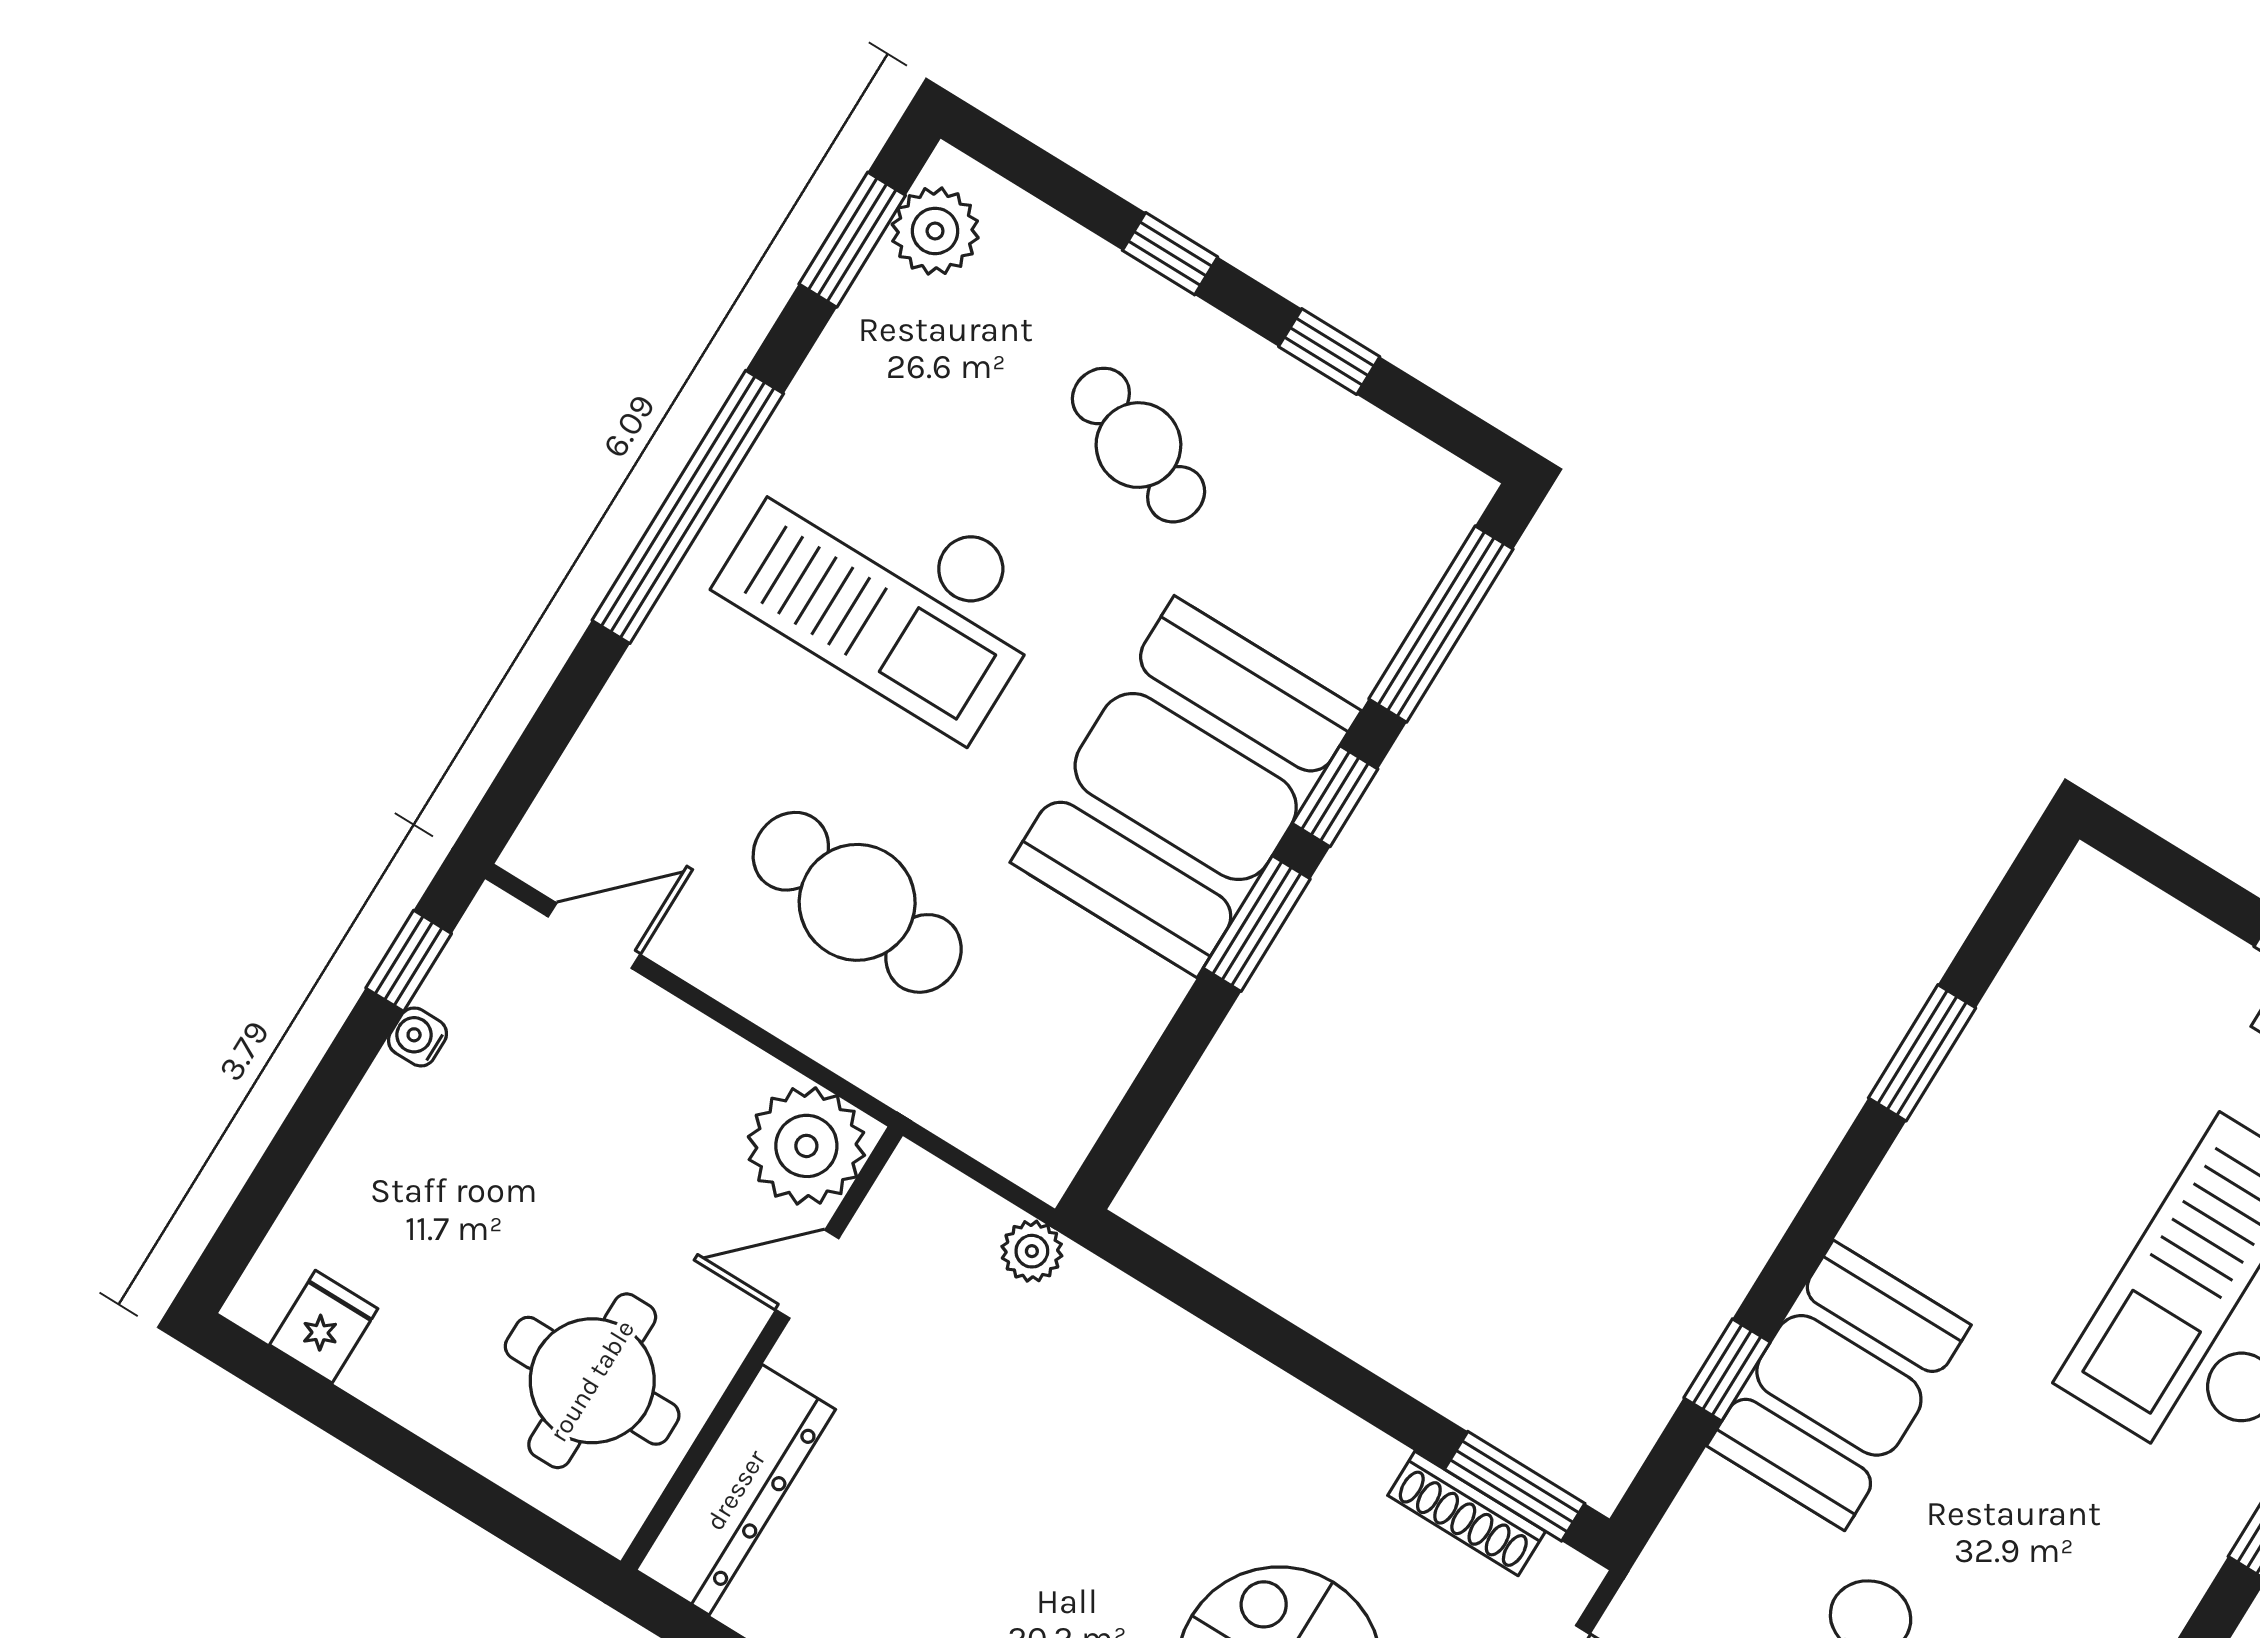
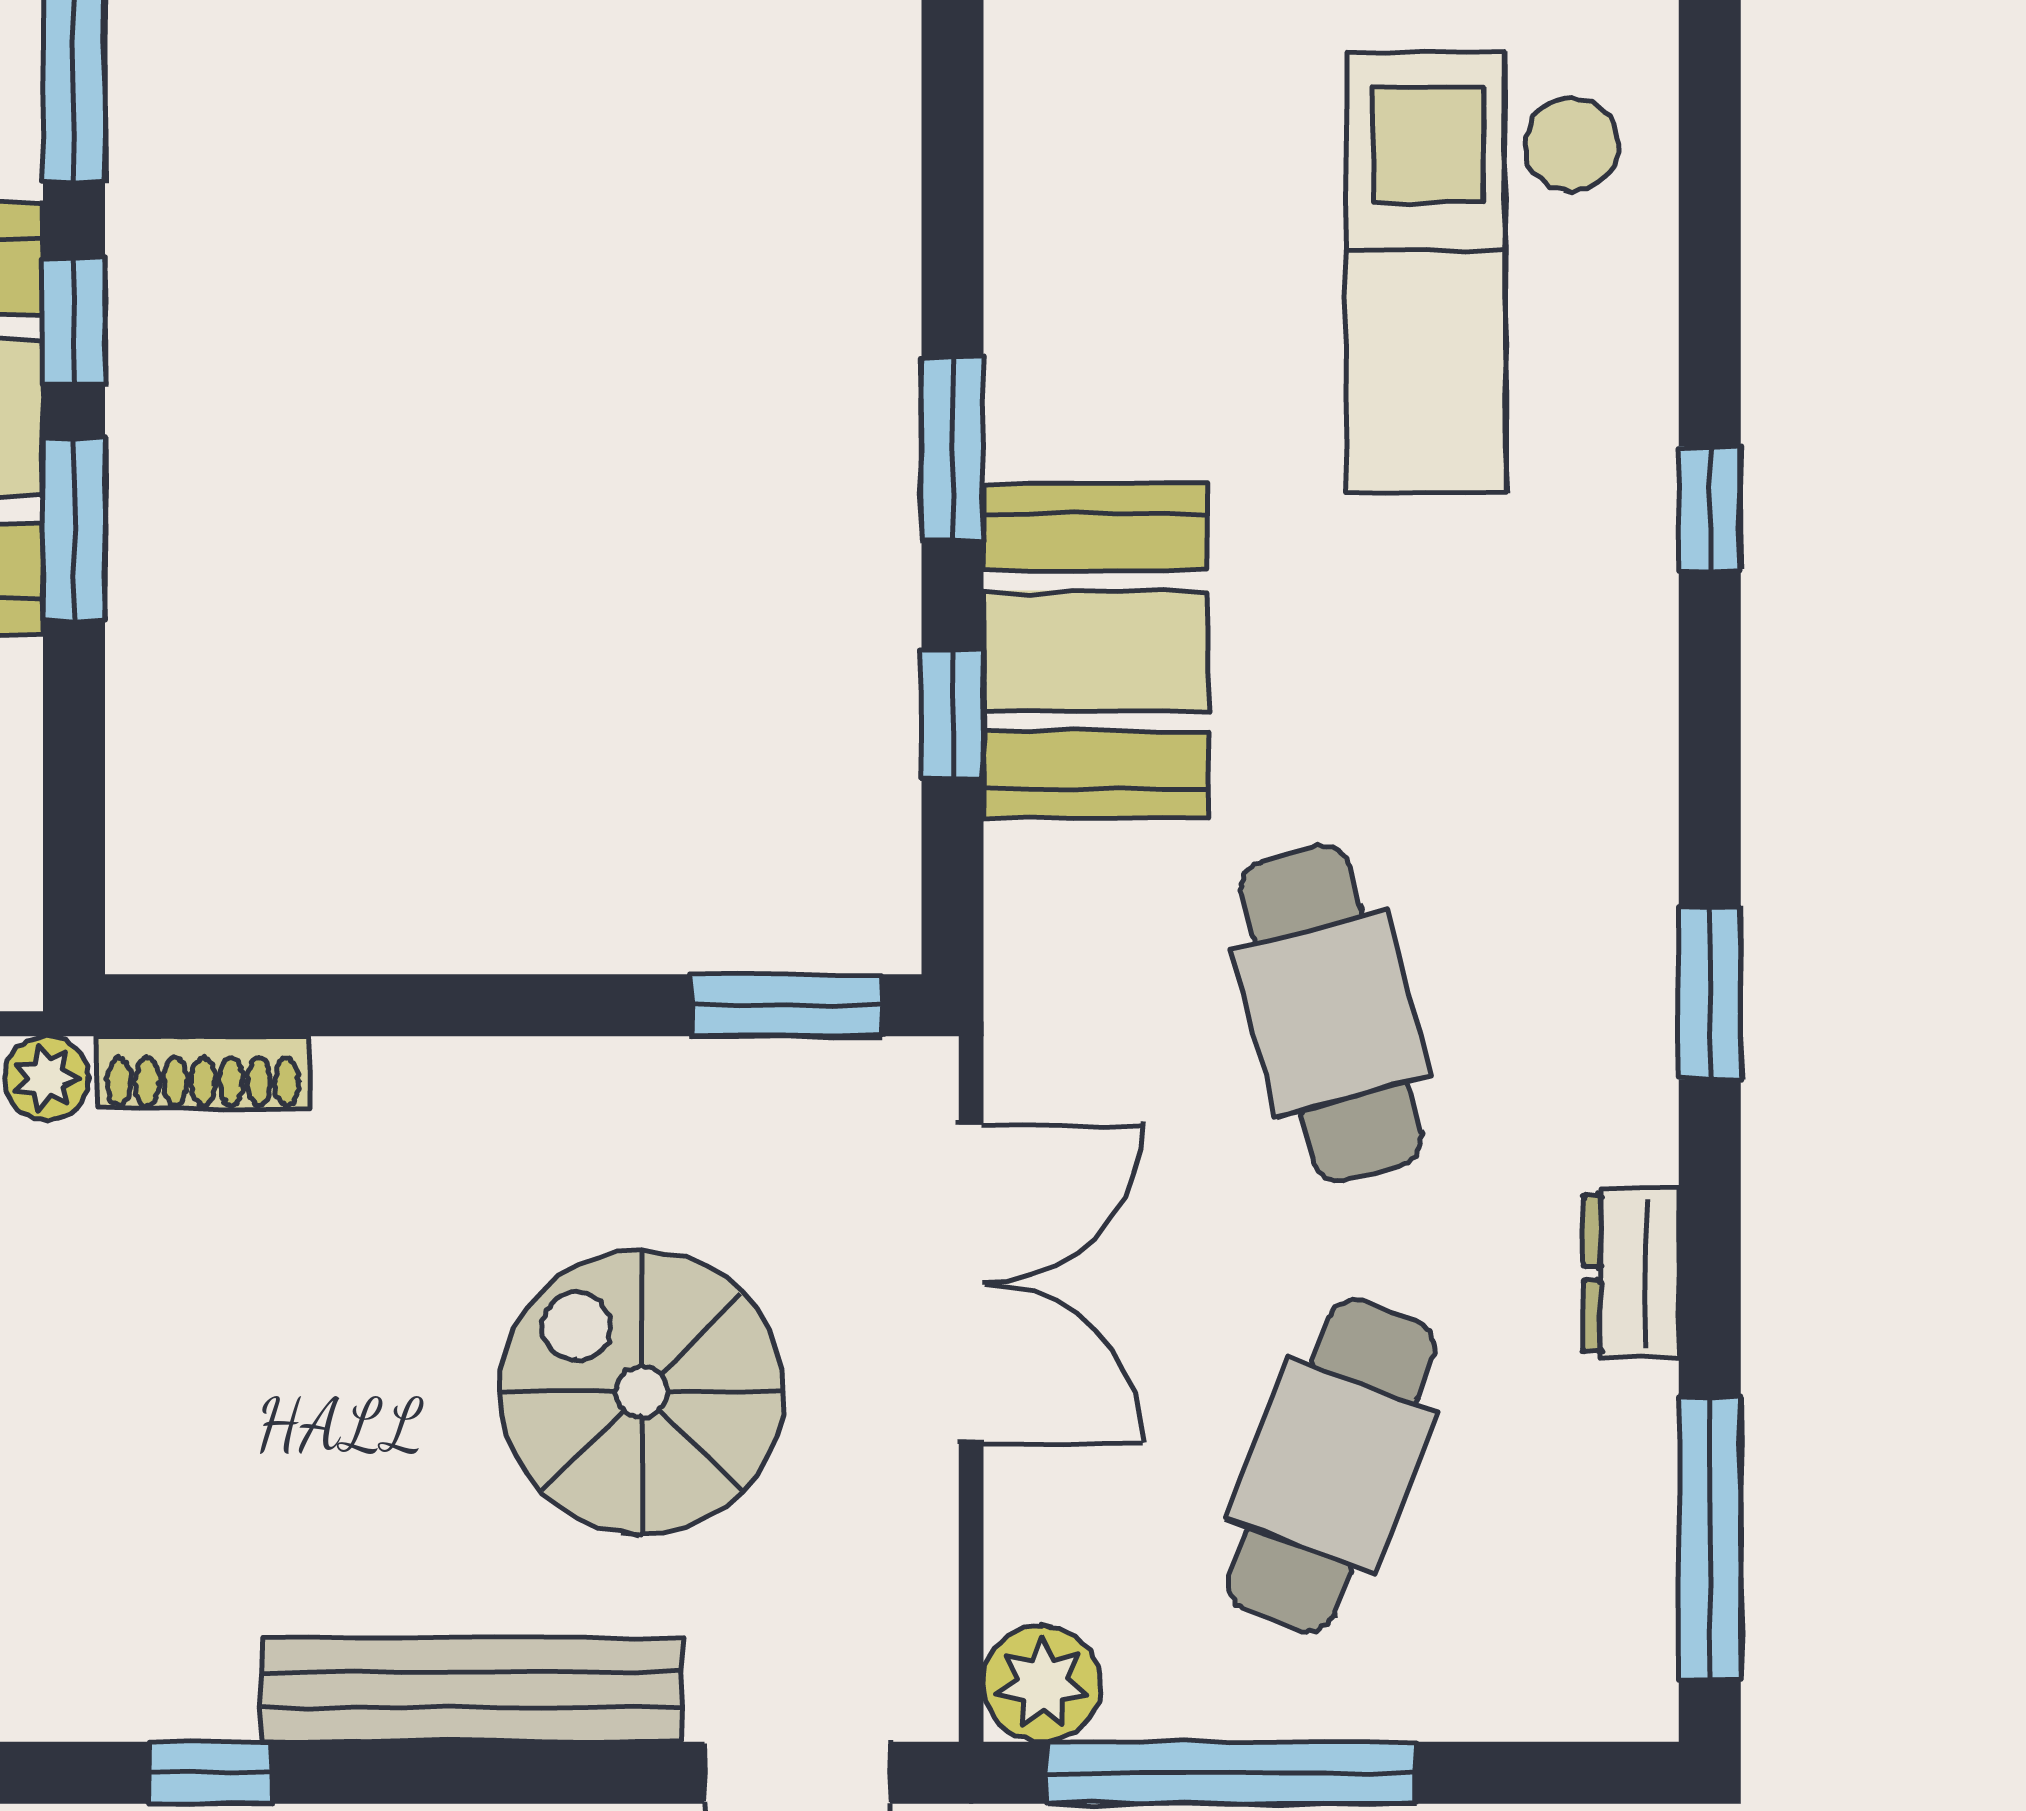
window: (1922, 1053) -> (953, 449), moved
shoe rack: (1467, 1513) -> (203, 1072), moved

